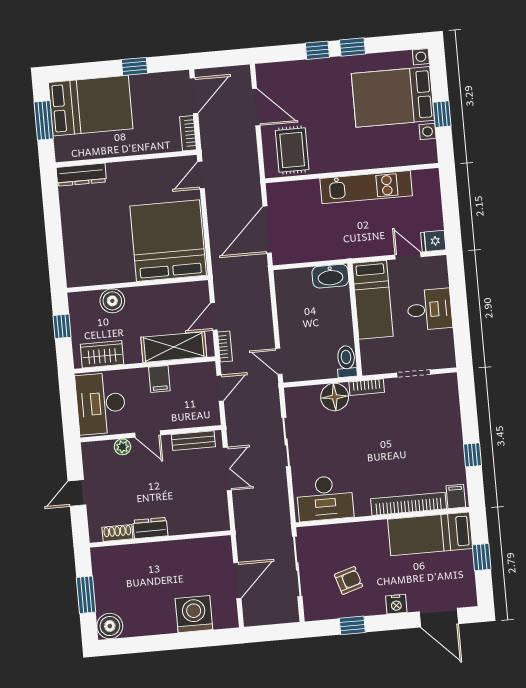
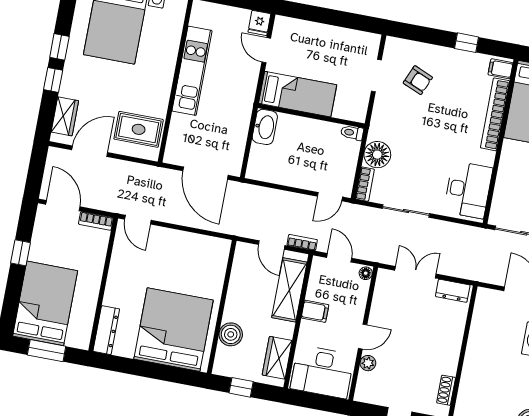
wardrobe: (284, 72) -> (65, 116), added
bed: (168, 241) -> (174, 330), moved, turned 90
door: (408, 256) -> (266, 50), hinge flipped
desk: (430, 309) -> (321, 44), removed
toilet: (346, 361) -> (352, 133), width x0.73, depth x0.72
bookcase: (367, 387) -> (365, 184), moved
armchair: (421, 417) -> (418, 80), added
floor lamp: (212, 419) -> (366, 273), added
bench: (193, 441) -> (381, 296), removed
dresser: (150, 528) -> (453, 291), moved, turned -90

